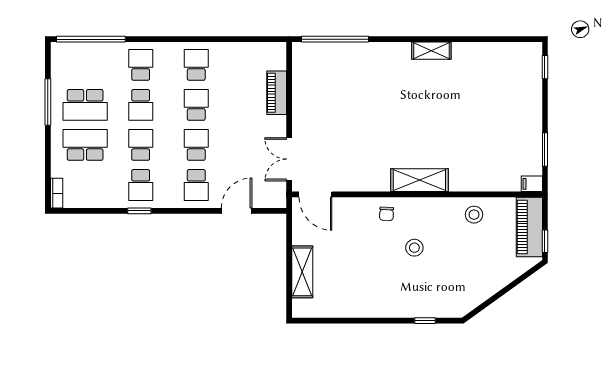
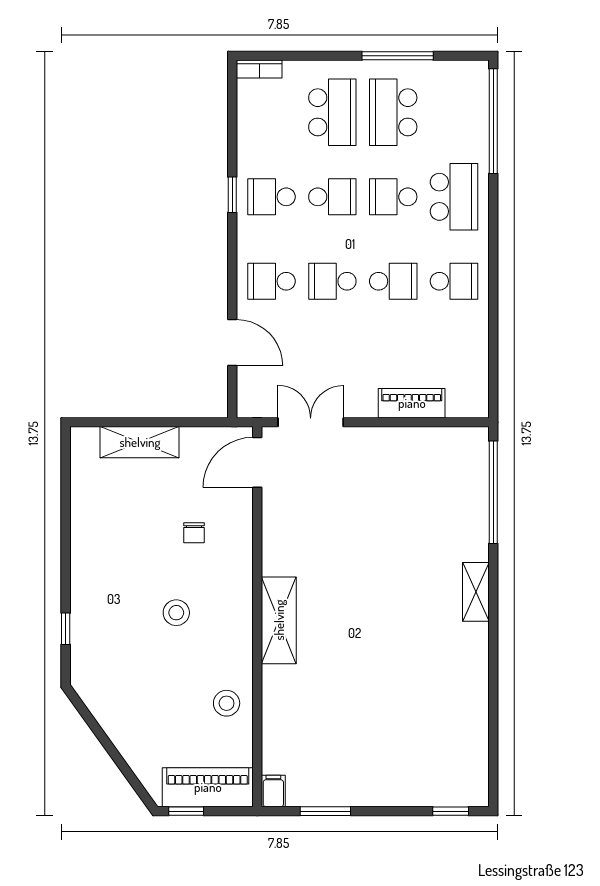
shelving: (431, 51) -> (476, 592), moved
school desk: (141, 65) -> (454, 197), width x1.85
school desk: (196, 145) -> (332, 281), turned 180
chair: (386, 214) -> (194, 533), moved, turned -92

